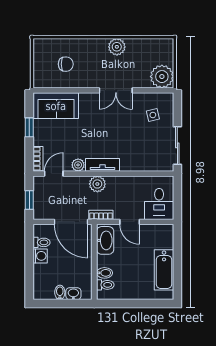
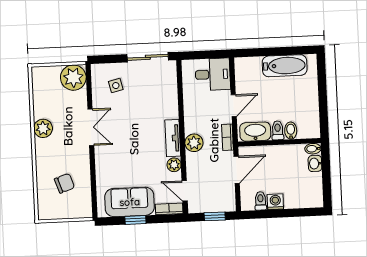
chair: (66, 64) -> (65, 183), turned 71
sofa: (56, 106) -> (130, 202), moved, turned -90
door: (71, 222) -> (237, 170), width x0.73
toilet: (105, 285) -> (278, 130), moved
bidet: (60, 292) -> (313, 149), moved

